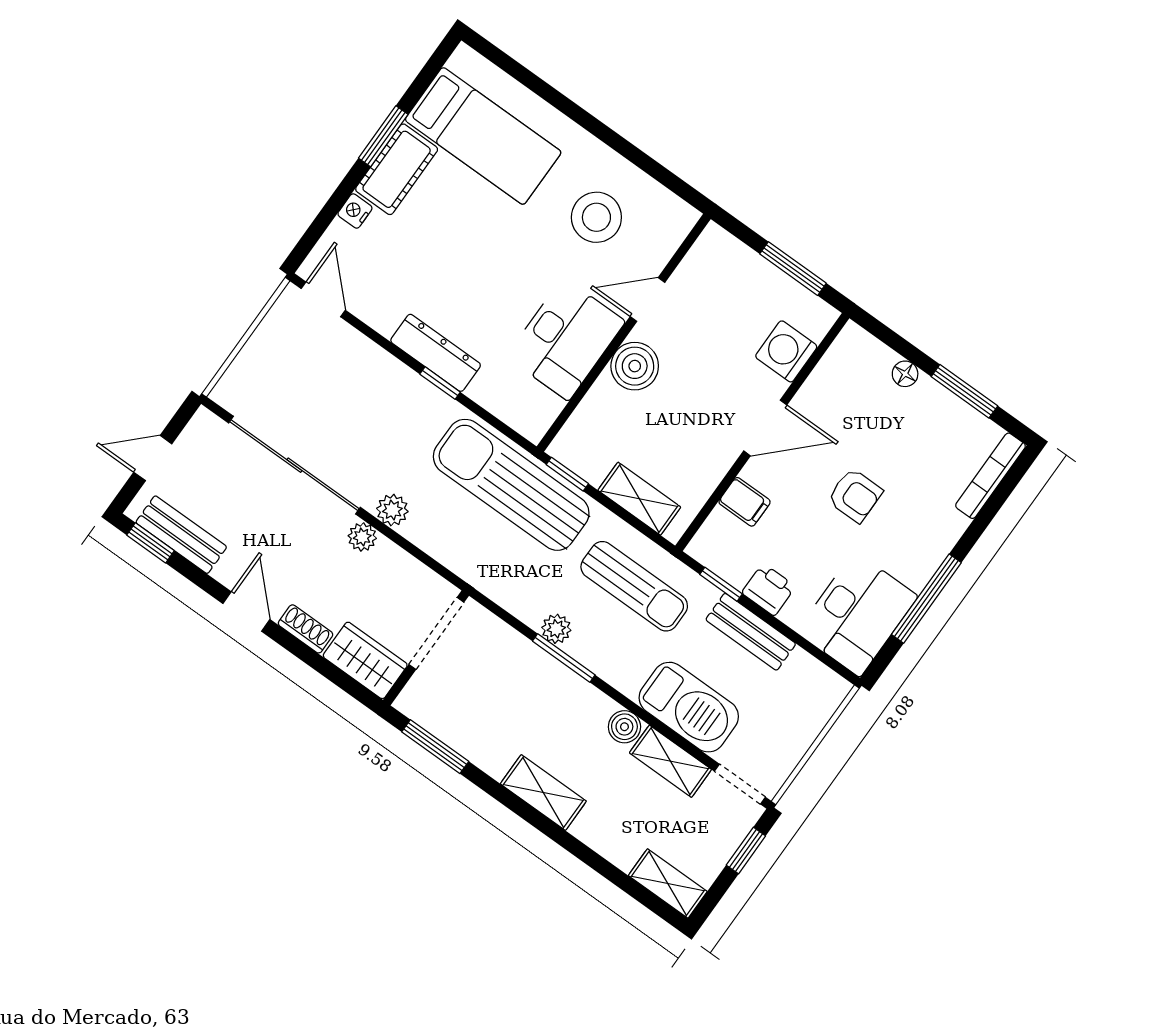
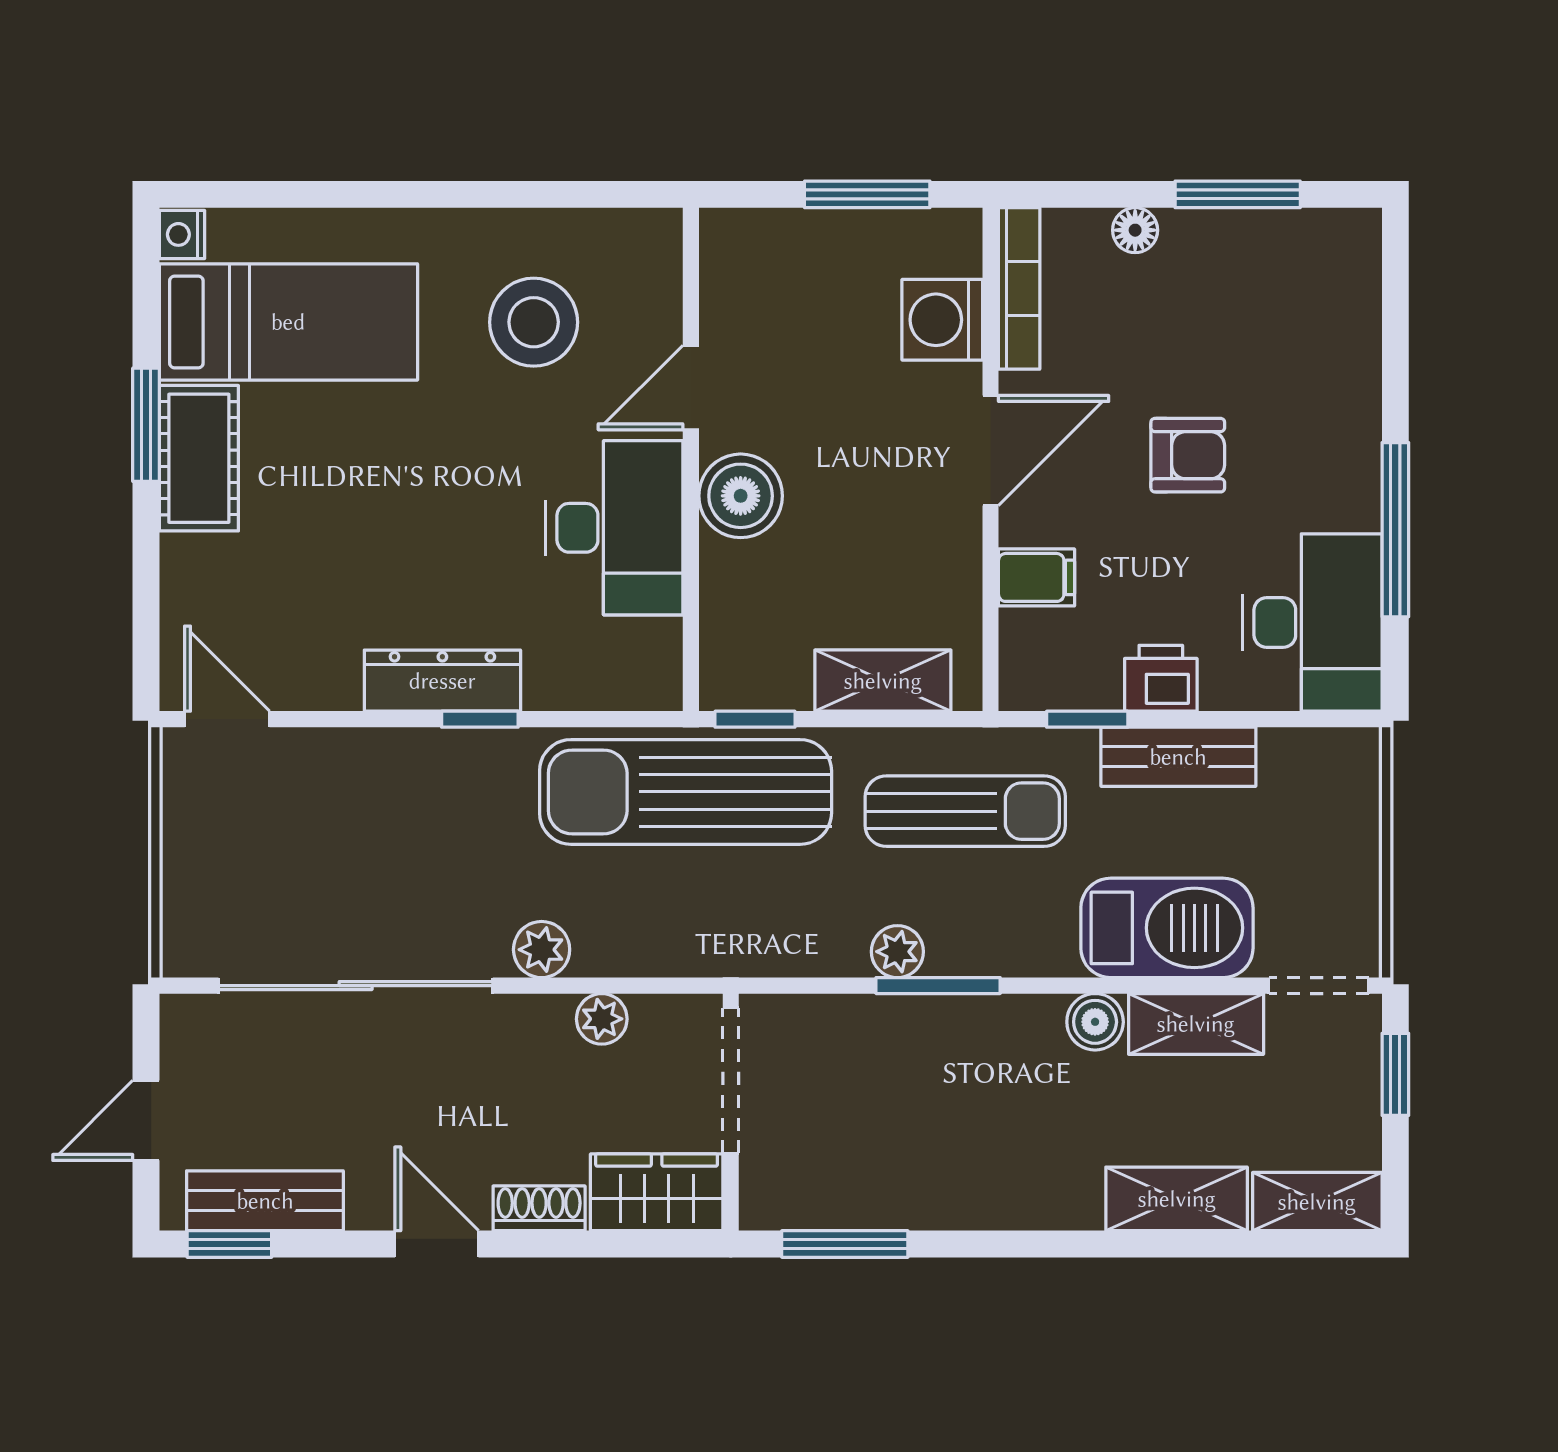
nightstand: (355, 211) -> (182, 234), moved
bookcase: (991, 476) -> (1019, 288), moved, turned 180
plant: (362, 537) -> (602, 1019), moved
shelving: (543, 793) -> (1177, 1199), moved

